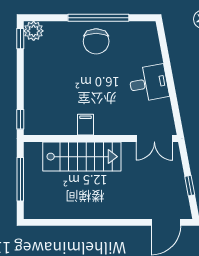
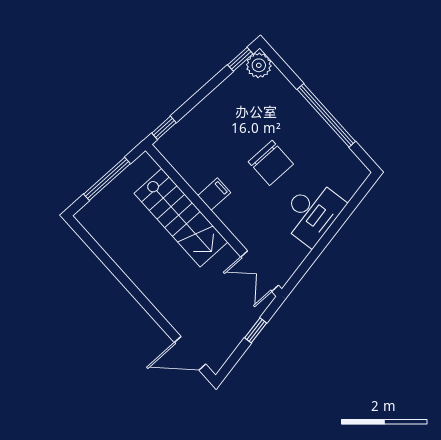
chair: (96, 41) -> (271, 163), moved, turned -90
desk: (149, 83) -> (312, 212), width x1.37
window: (190, 186) -> (256, 330), moved

